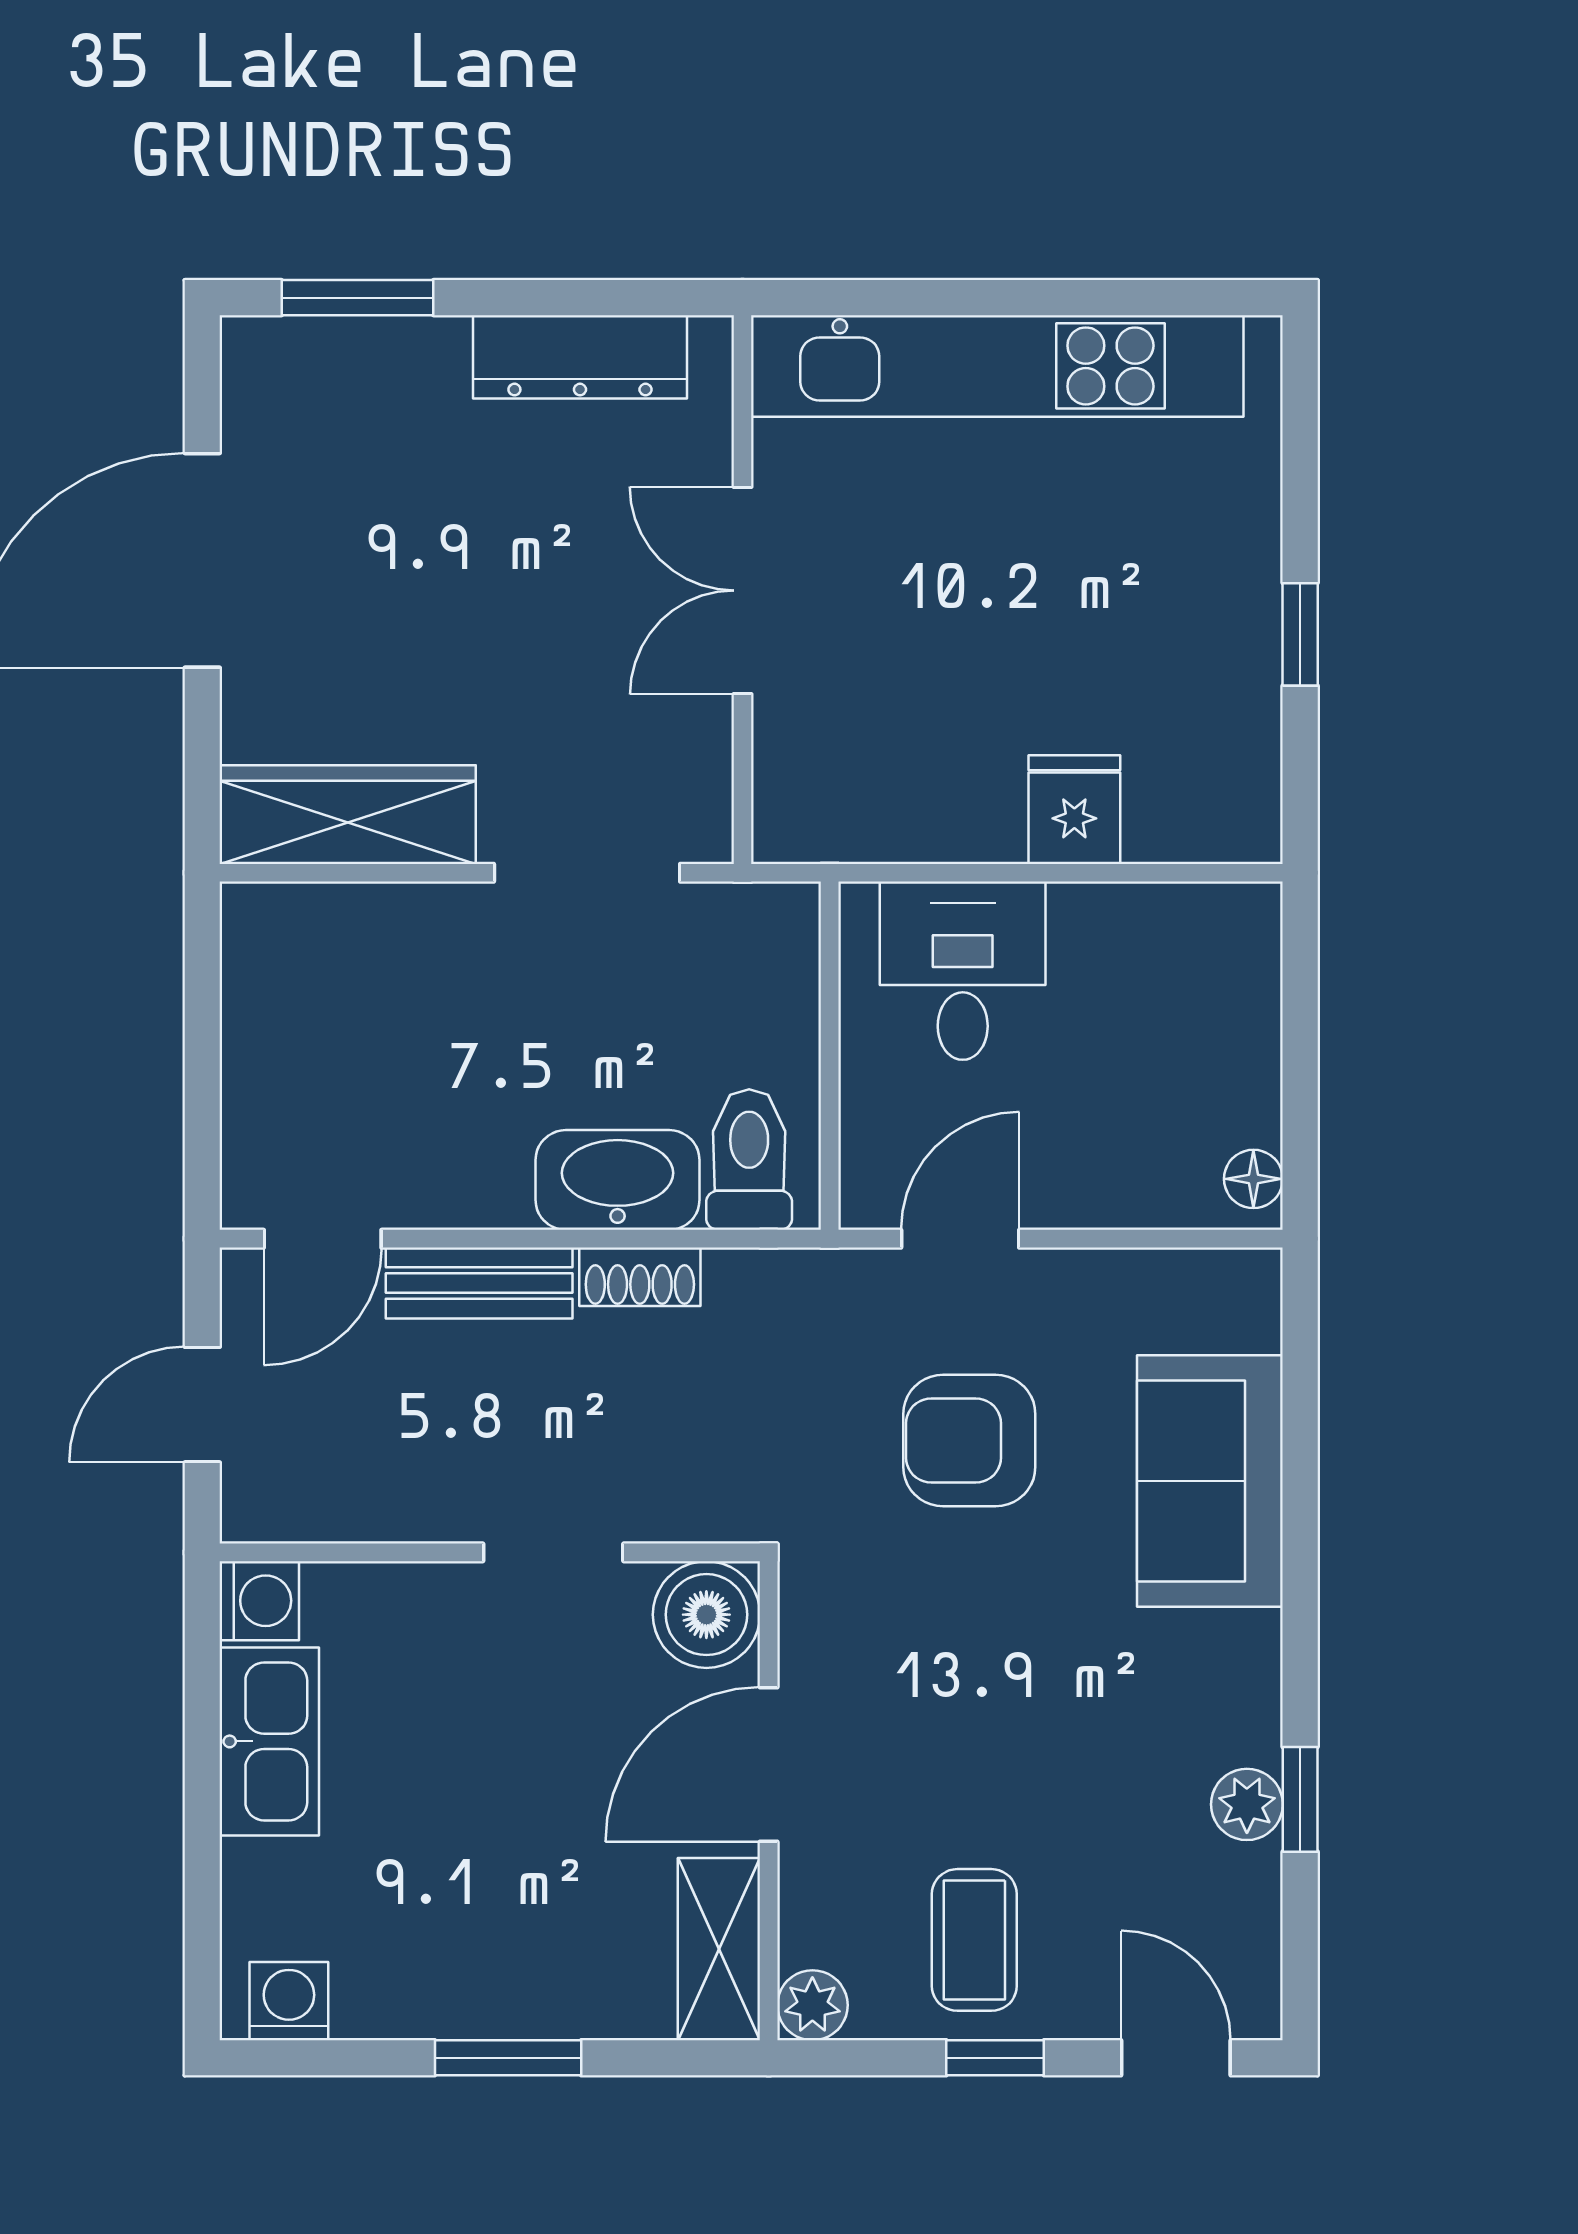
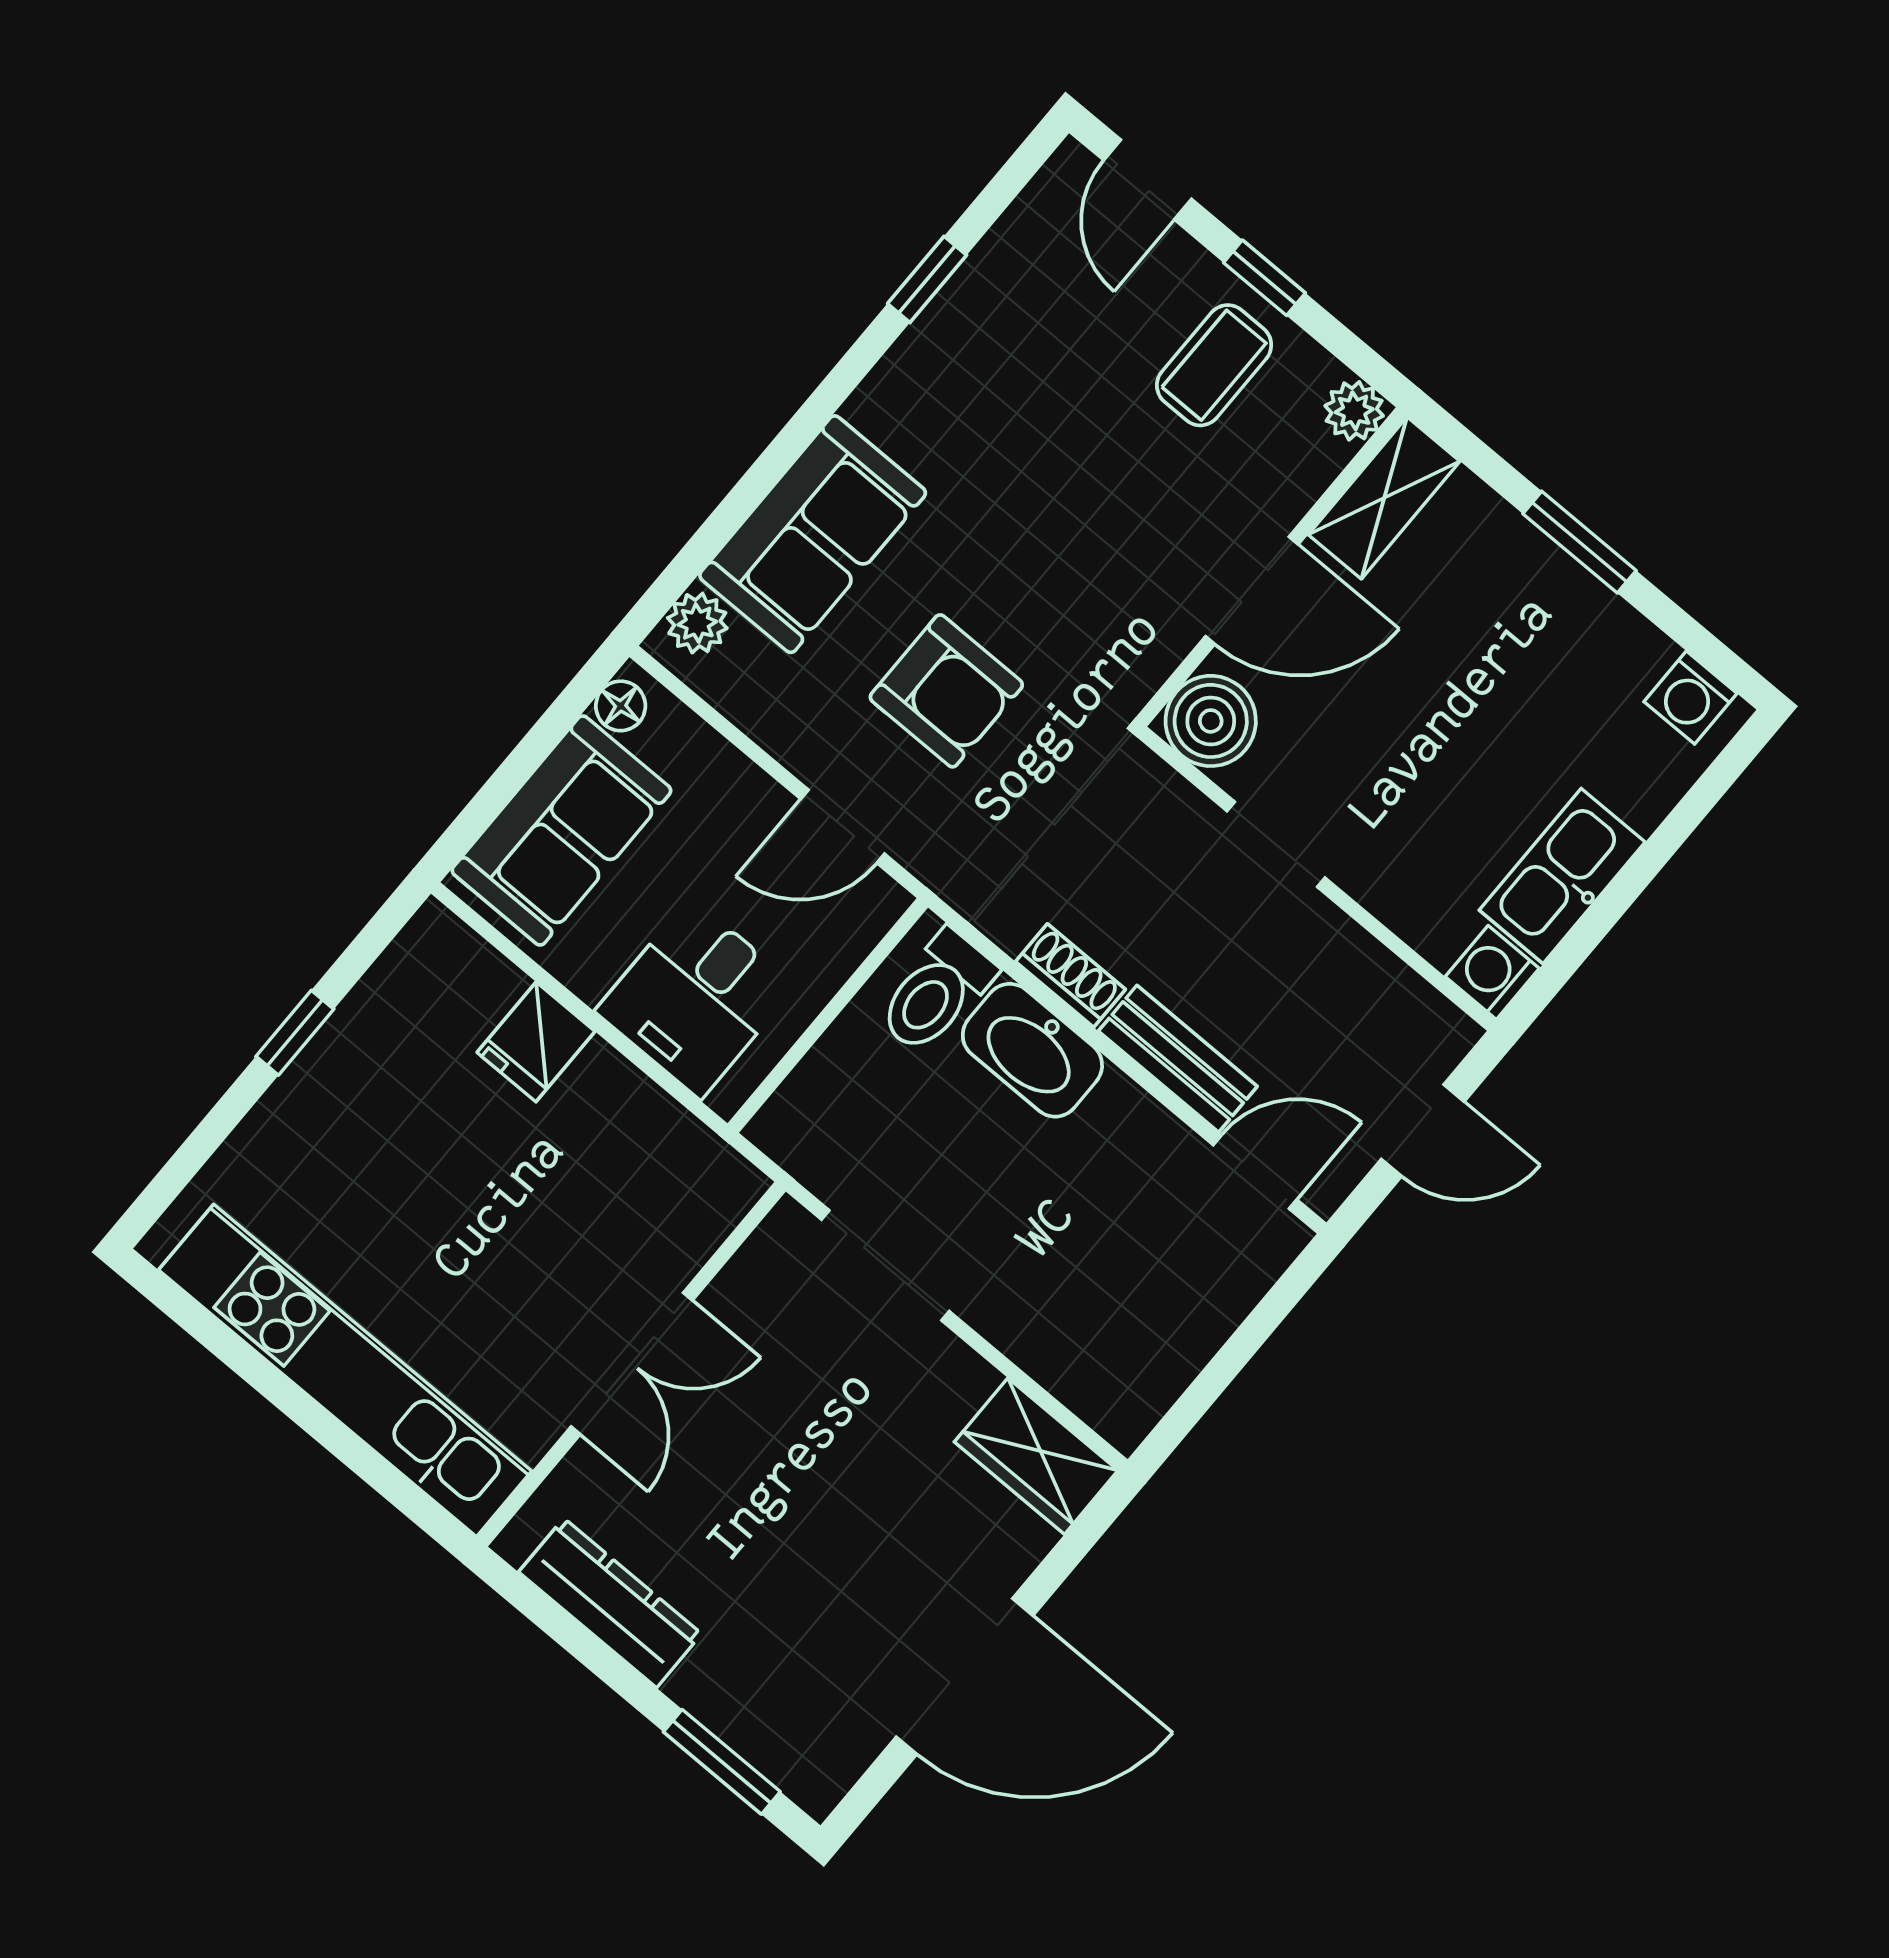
wardrobe: (348, 815) -> (1036, 1456), width x0.67
sofa: (1212, 1021) -> (561, 830), added
plant: (1247, 1804) -> (697, 623), moved

